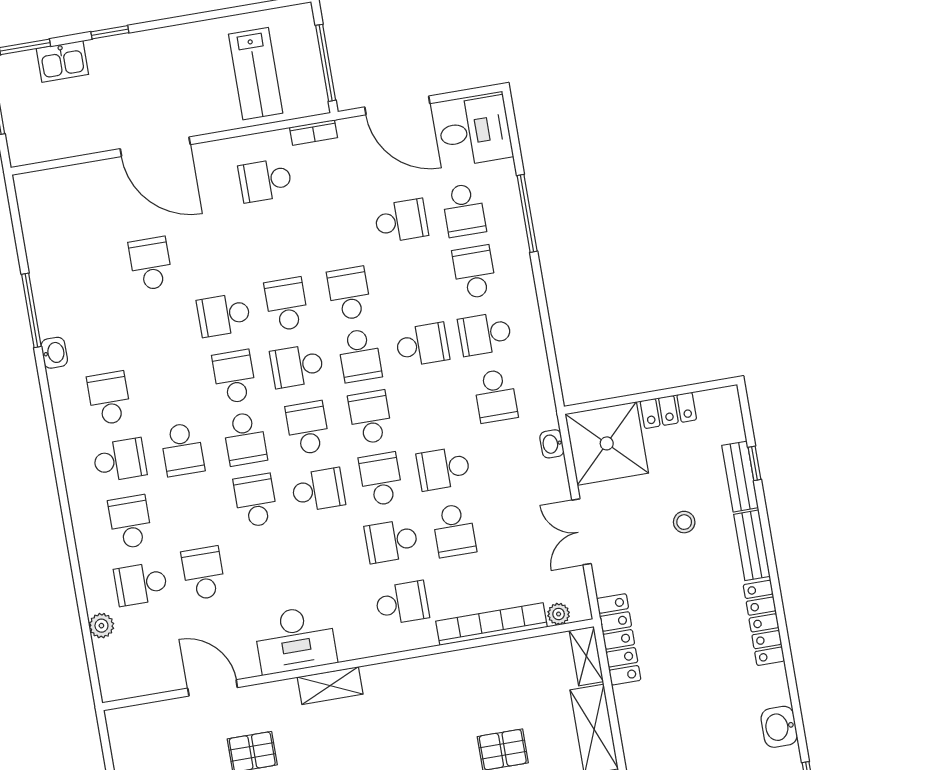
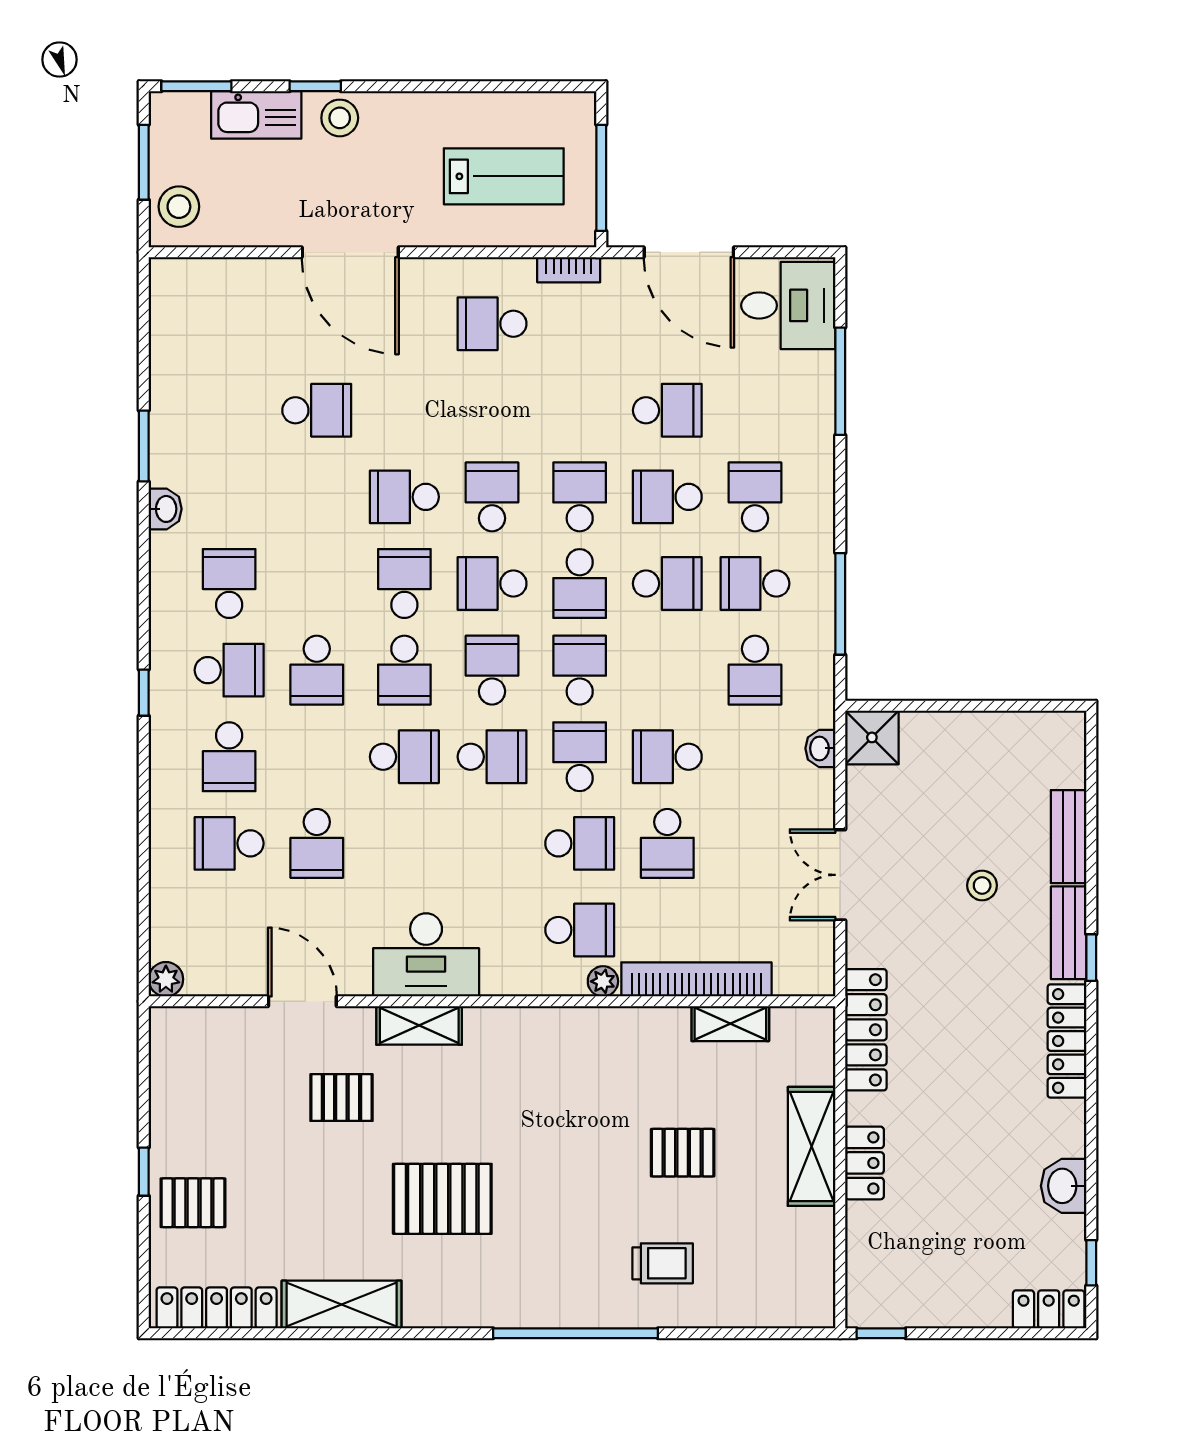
stool: (131, 52) -> (340, 118), added
kitchen sink: (62, 61) -> (256, 115), width x1.38
lab bench: (256, 74) -> (504, 176), turned -90
stool: (27, 135) -> (179, 207), added
school desk: (464, 210) -> (667, 497), moved, turned 90
window: (527, 213) -> (840, 381), moved
school desk: (151, 264) -> (317, 410), turned 90
window: (31, 310) -> (144, 446), width x0.69
window: (548, 338) -> (840, 604), added
locker: (668, 410) -> (864, 1163), moved, turned -90
shower: (607, 443) -> (872, 737), width x0.54, depth x0.54
window: (754, 463) -> (1091, 958), moved
window: (61, 487) -> (144, 693), added
school desk: (256, 501) -> (404, 757), turned 90
school desk: (130, 522) -> (229, 757), turned 180
school desk: (391, 541) -> (580, 843), turned 180
school desk: (203, 573) -> (317, 843), turned 180
plant: (559, 614) -> (603, 981), moved
plant: (101, 626) -> (166, 979), moved
shelving: (586, 656) -> (730, 1024), moved, turned 90
shelving: (330, 686) -> (419, 1025), moved

